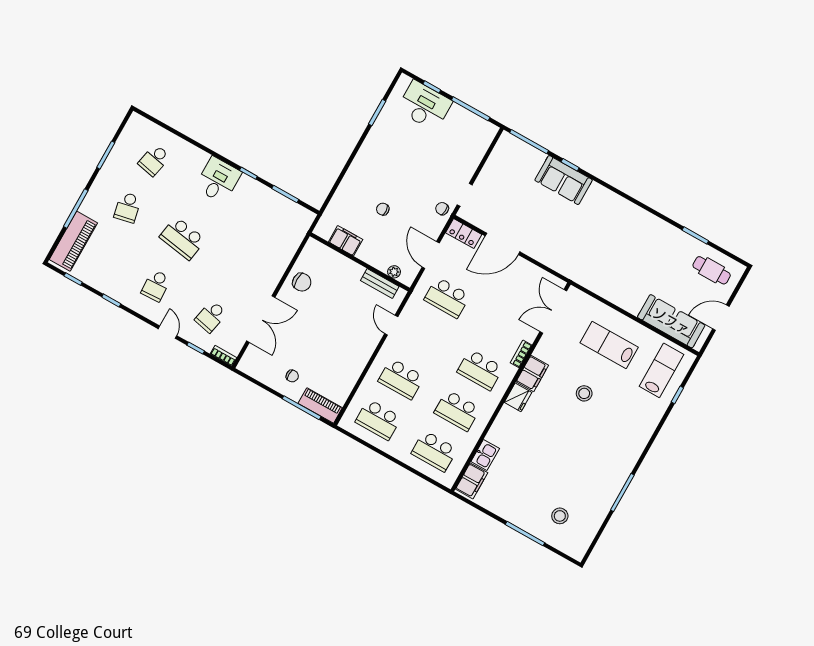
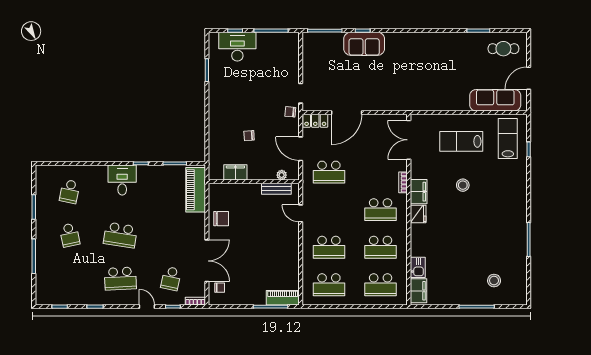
piano: (73, 241) -> (196, 190), moved, turned 180
school desk: (156, 286) -> (120, 279), width x1.85
chair: (292, 376) -> (220, 288), moved

